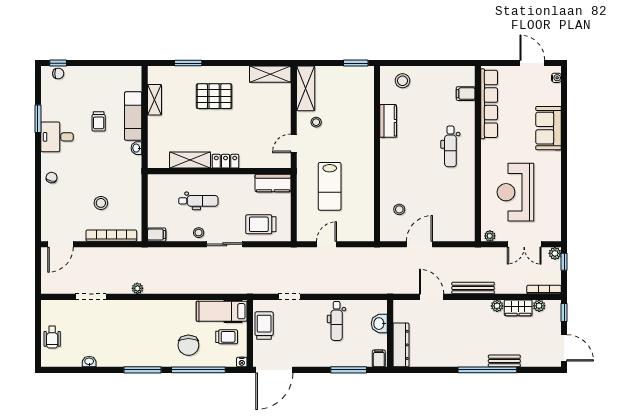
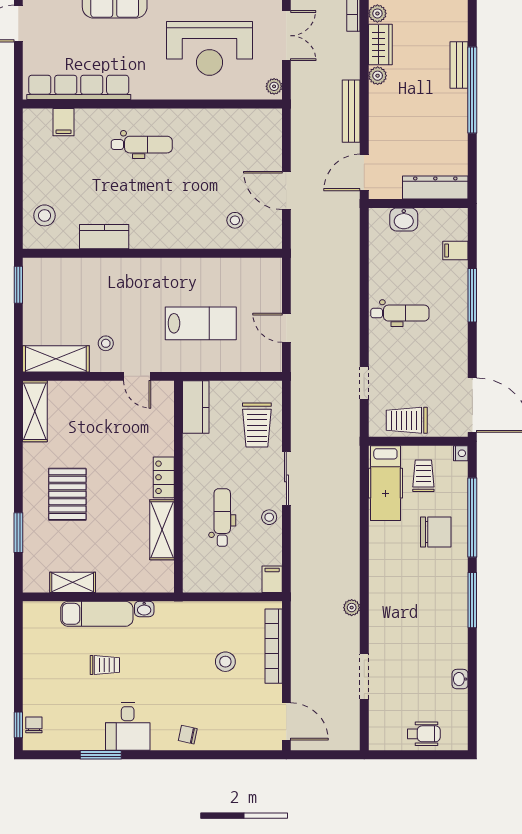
washbasin: (379, 324) -> (404, 220), moved
wall: (390, 333) -> (418, 204), moved
dresser: (401, 345) -> (435, 188), moved

